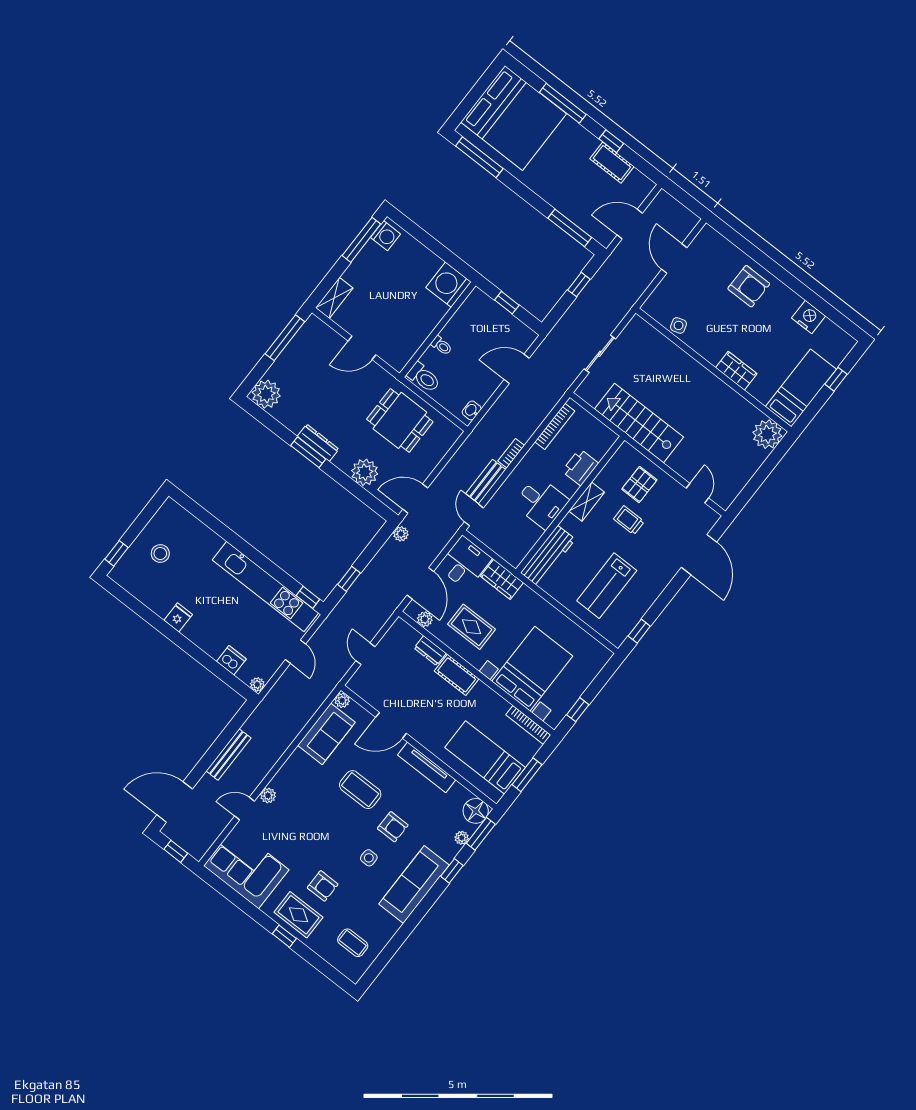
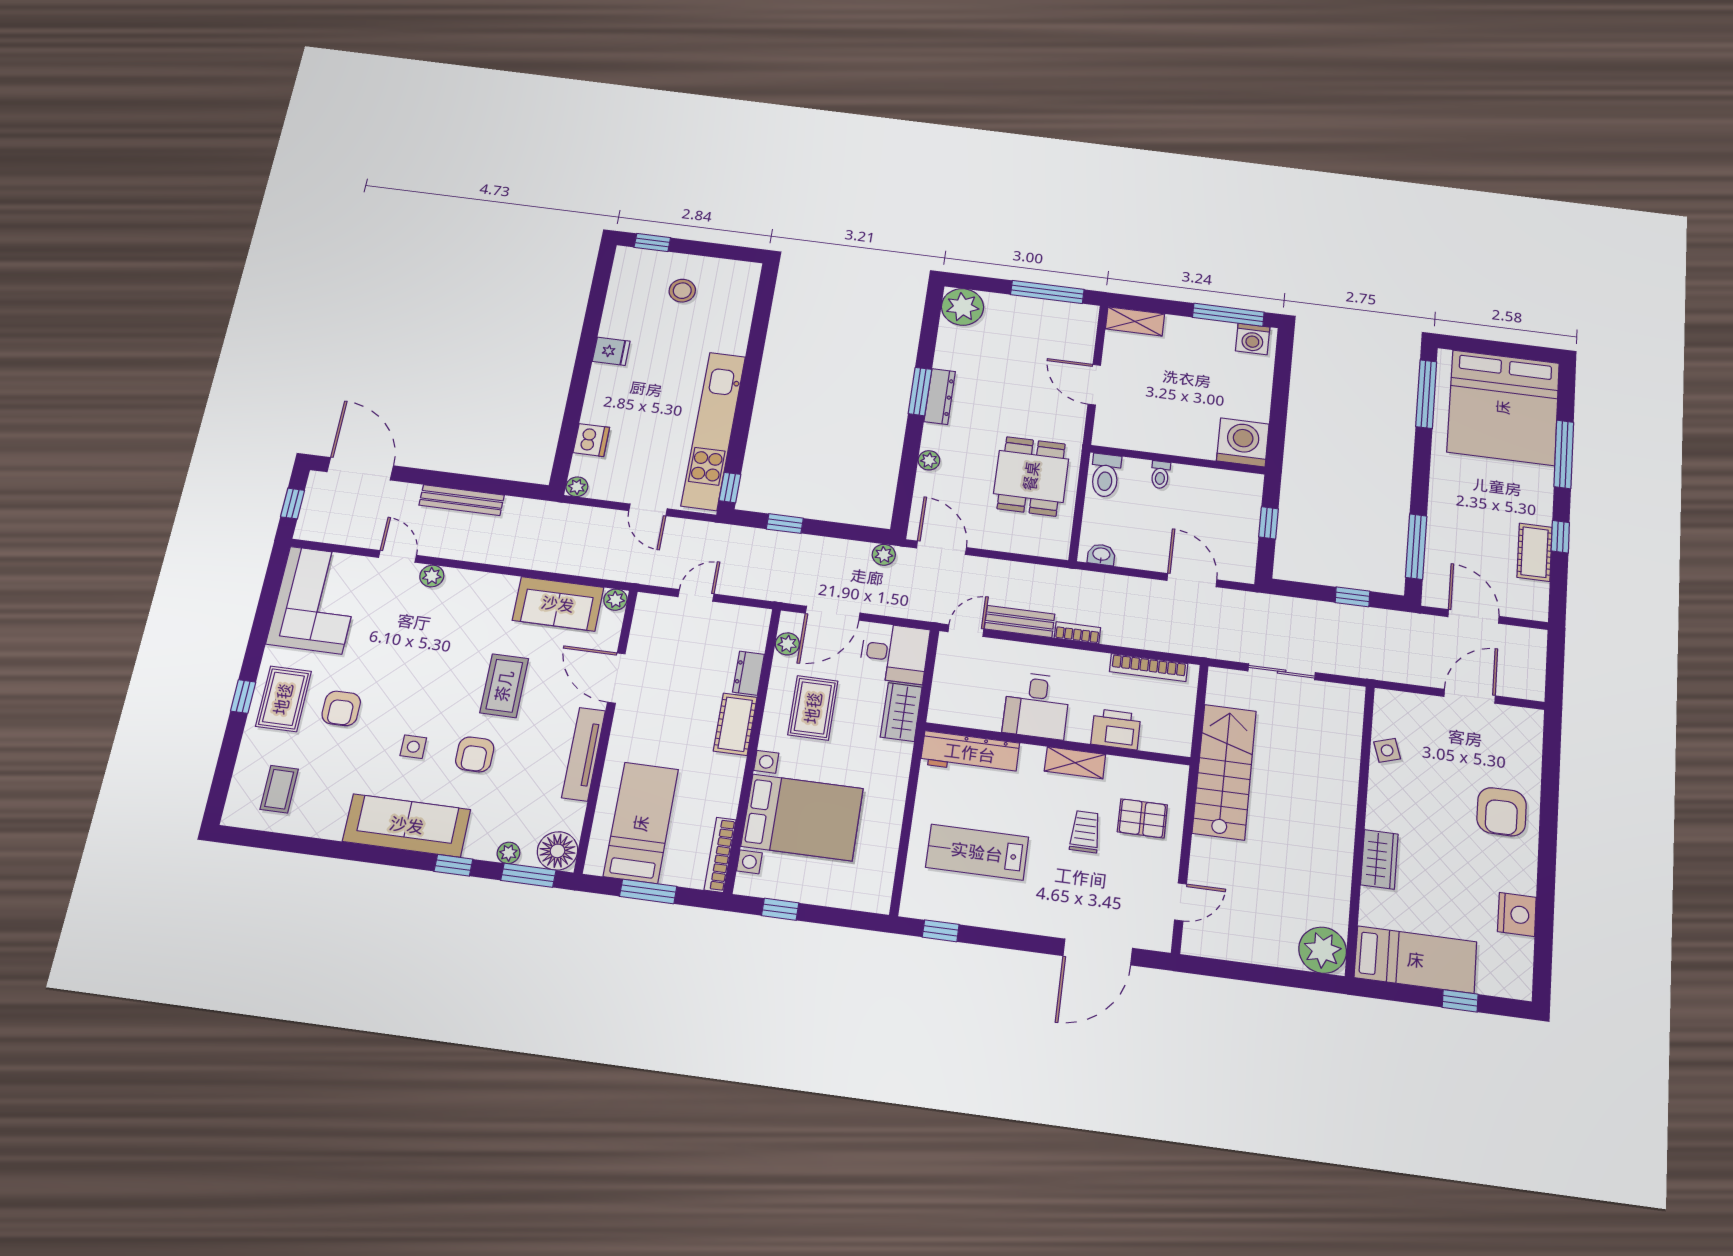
plant: (365, 472) -> (929, 460), width x0.53, depth x0.53
door: (296, 652) -> (648, 510), hinge flipped

